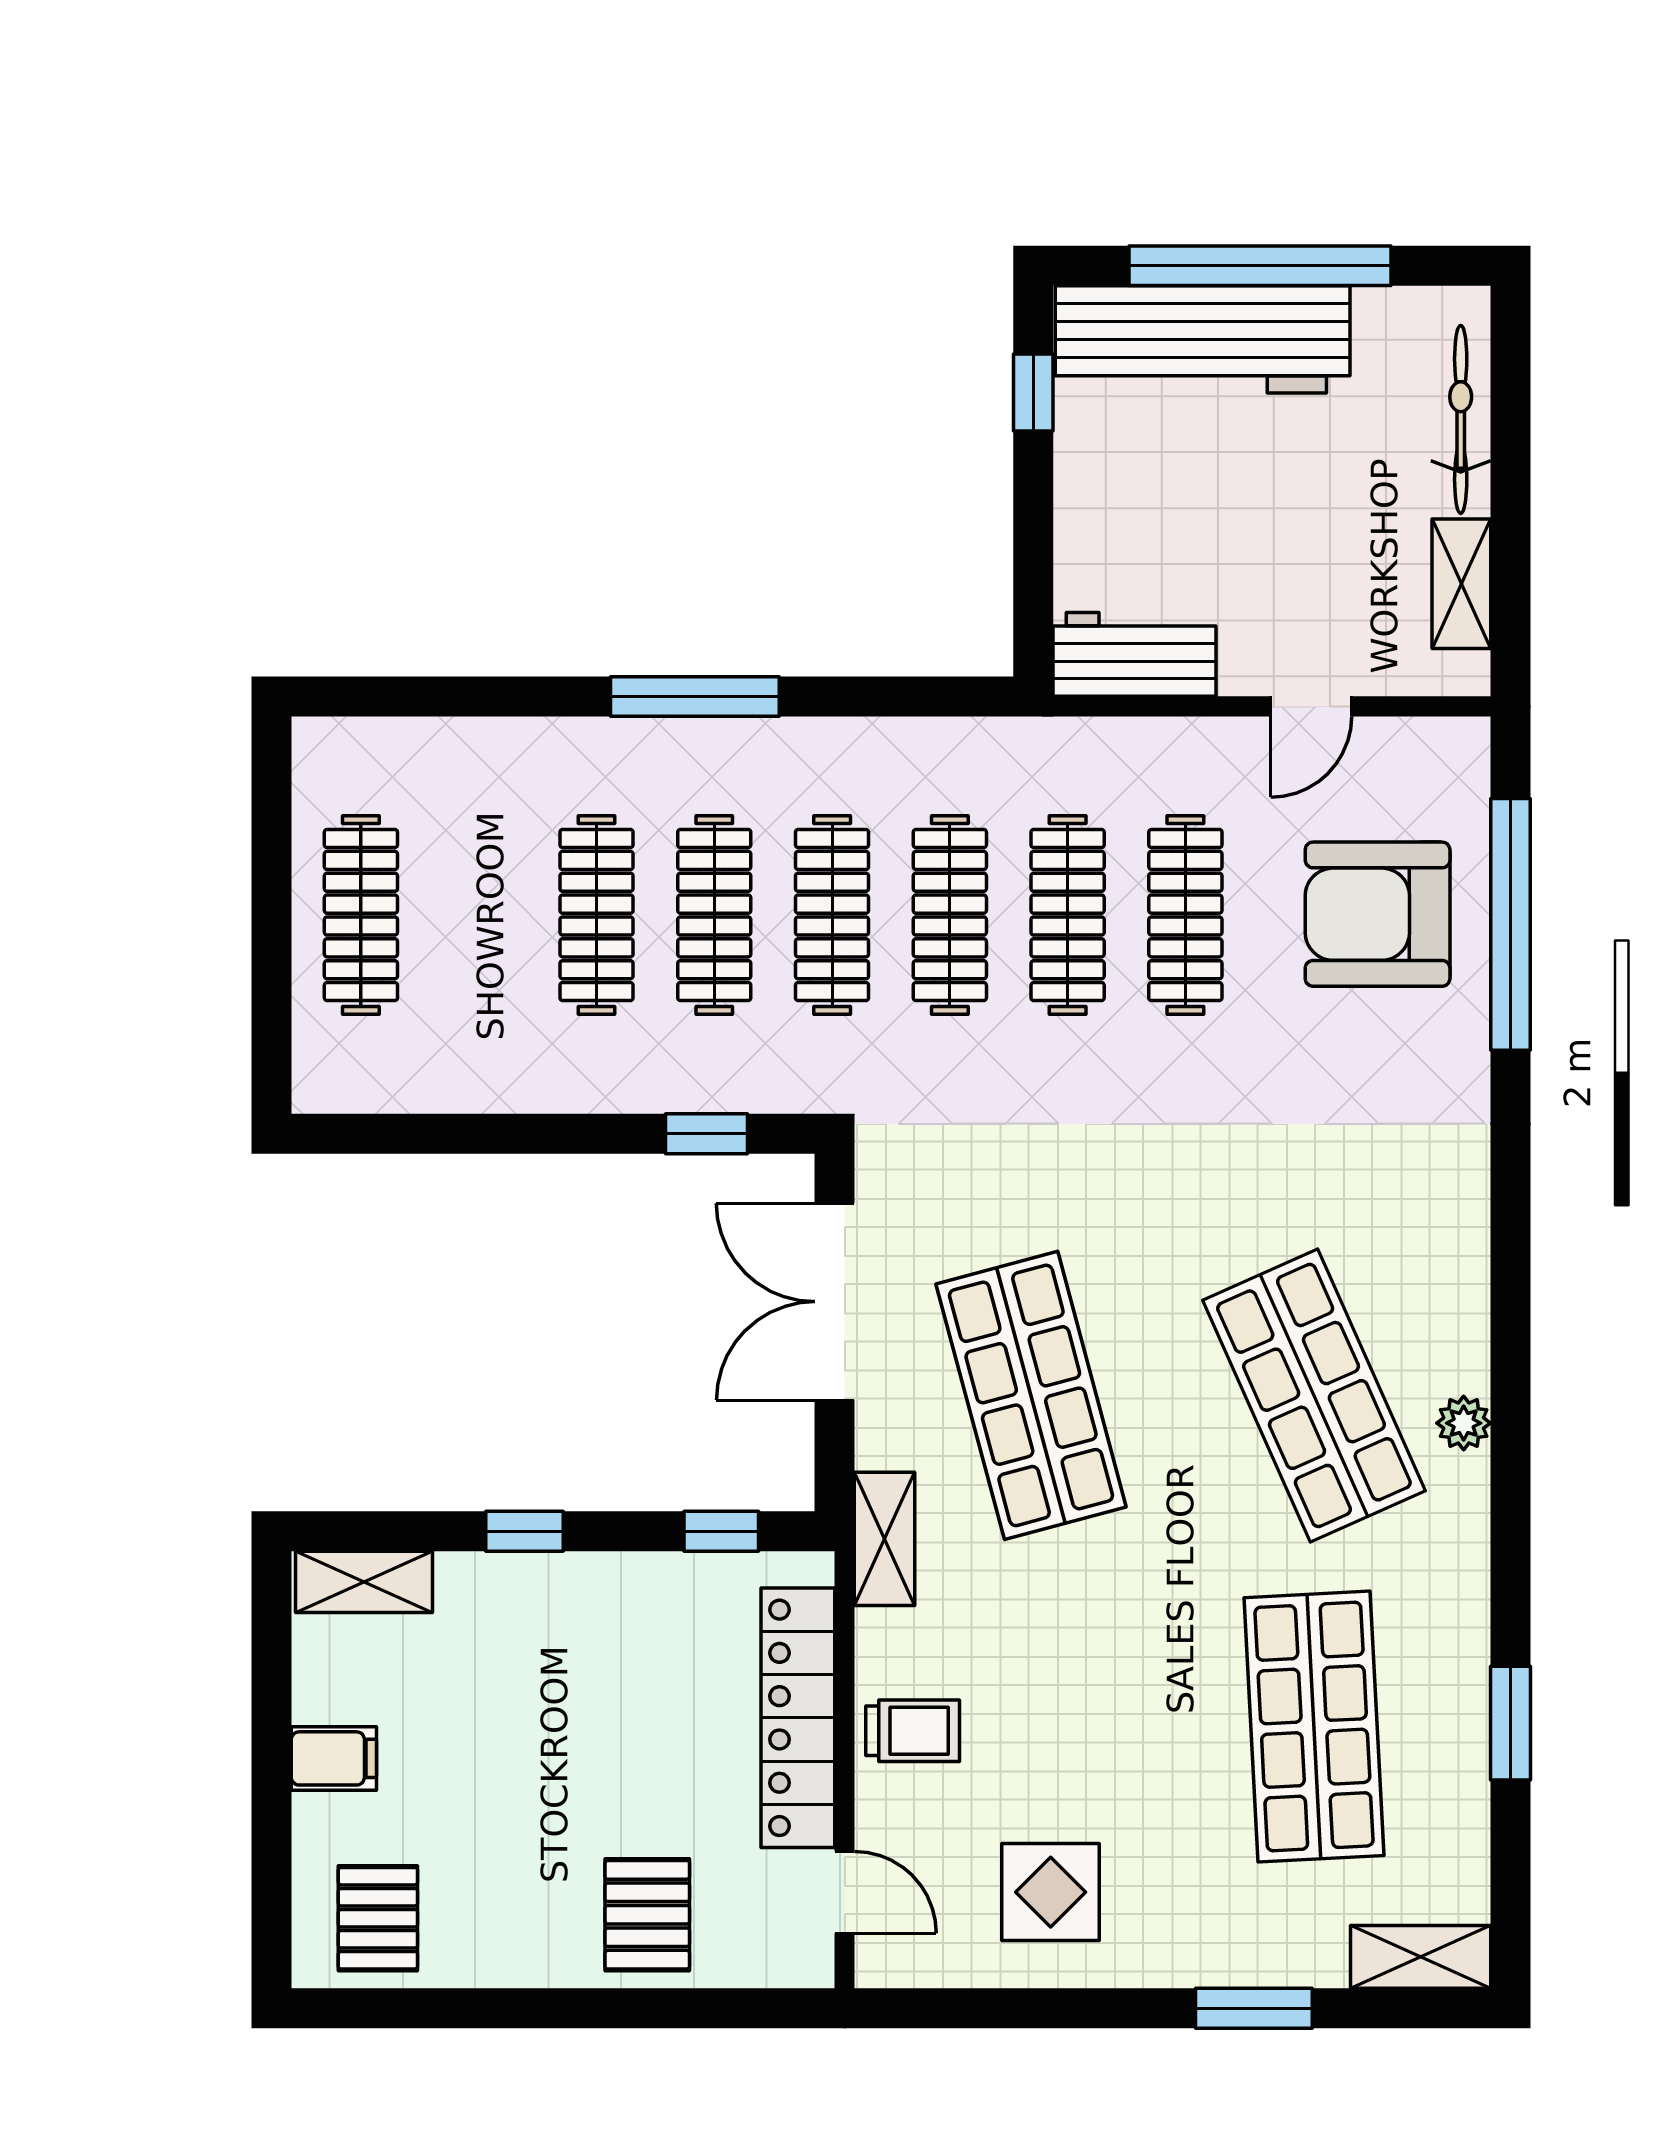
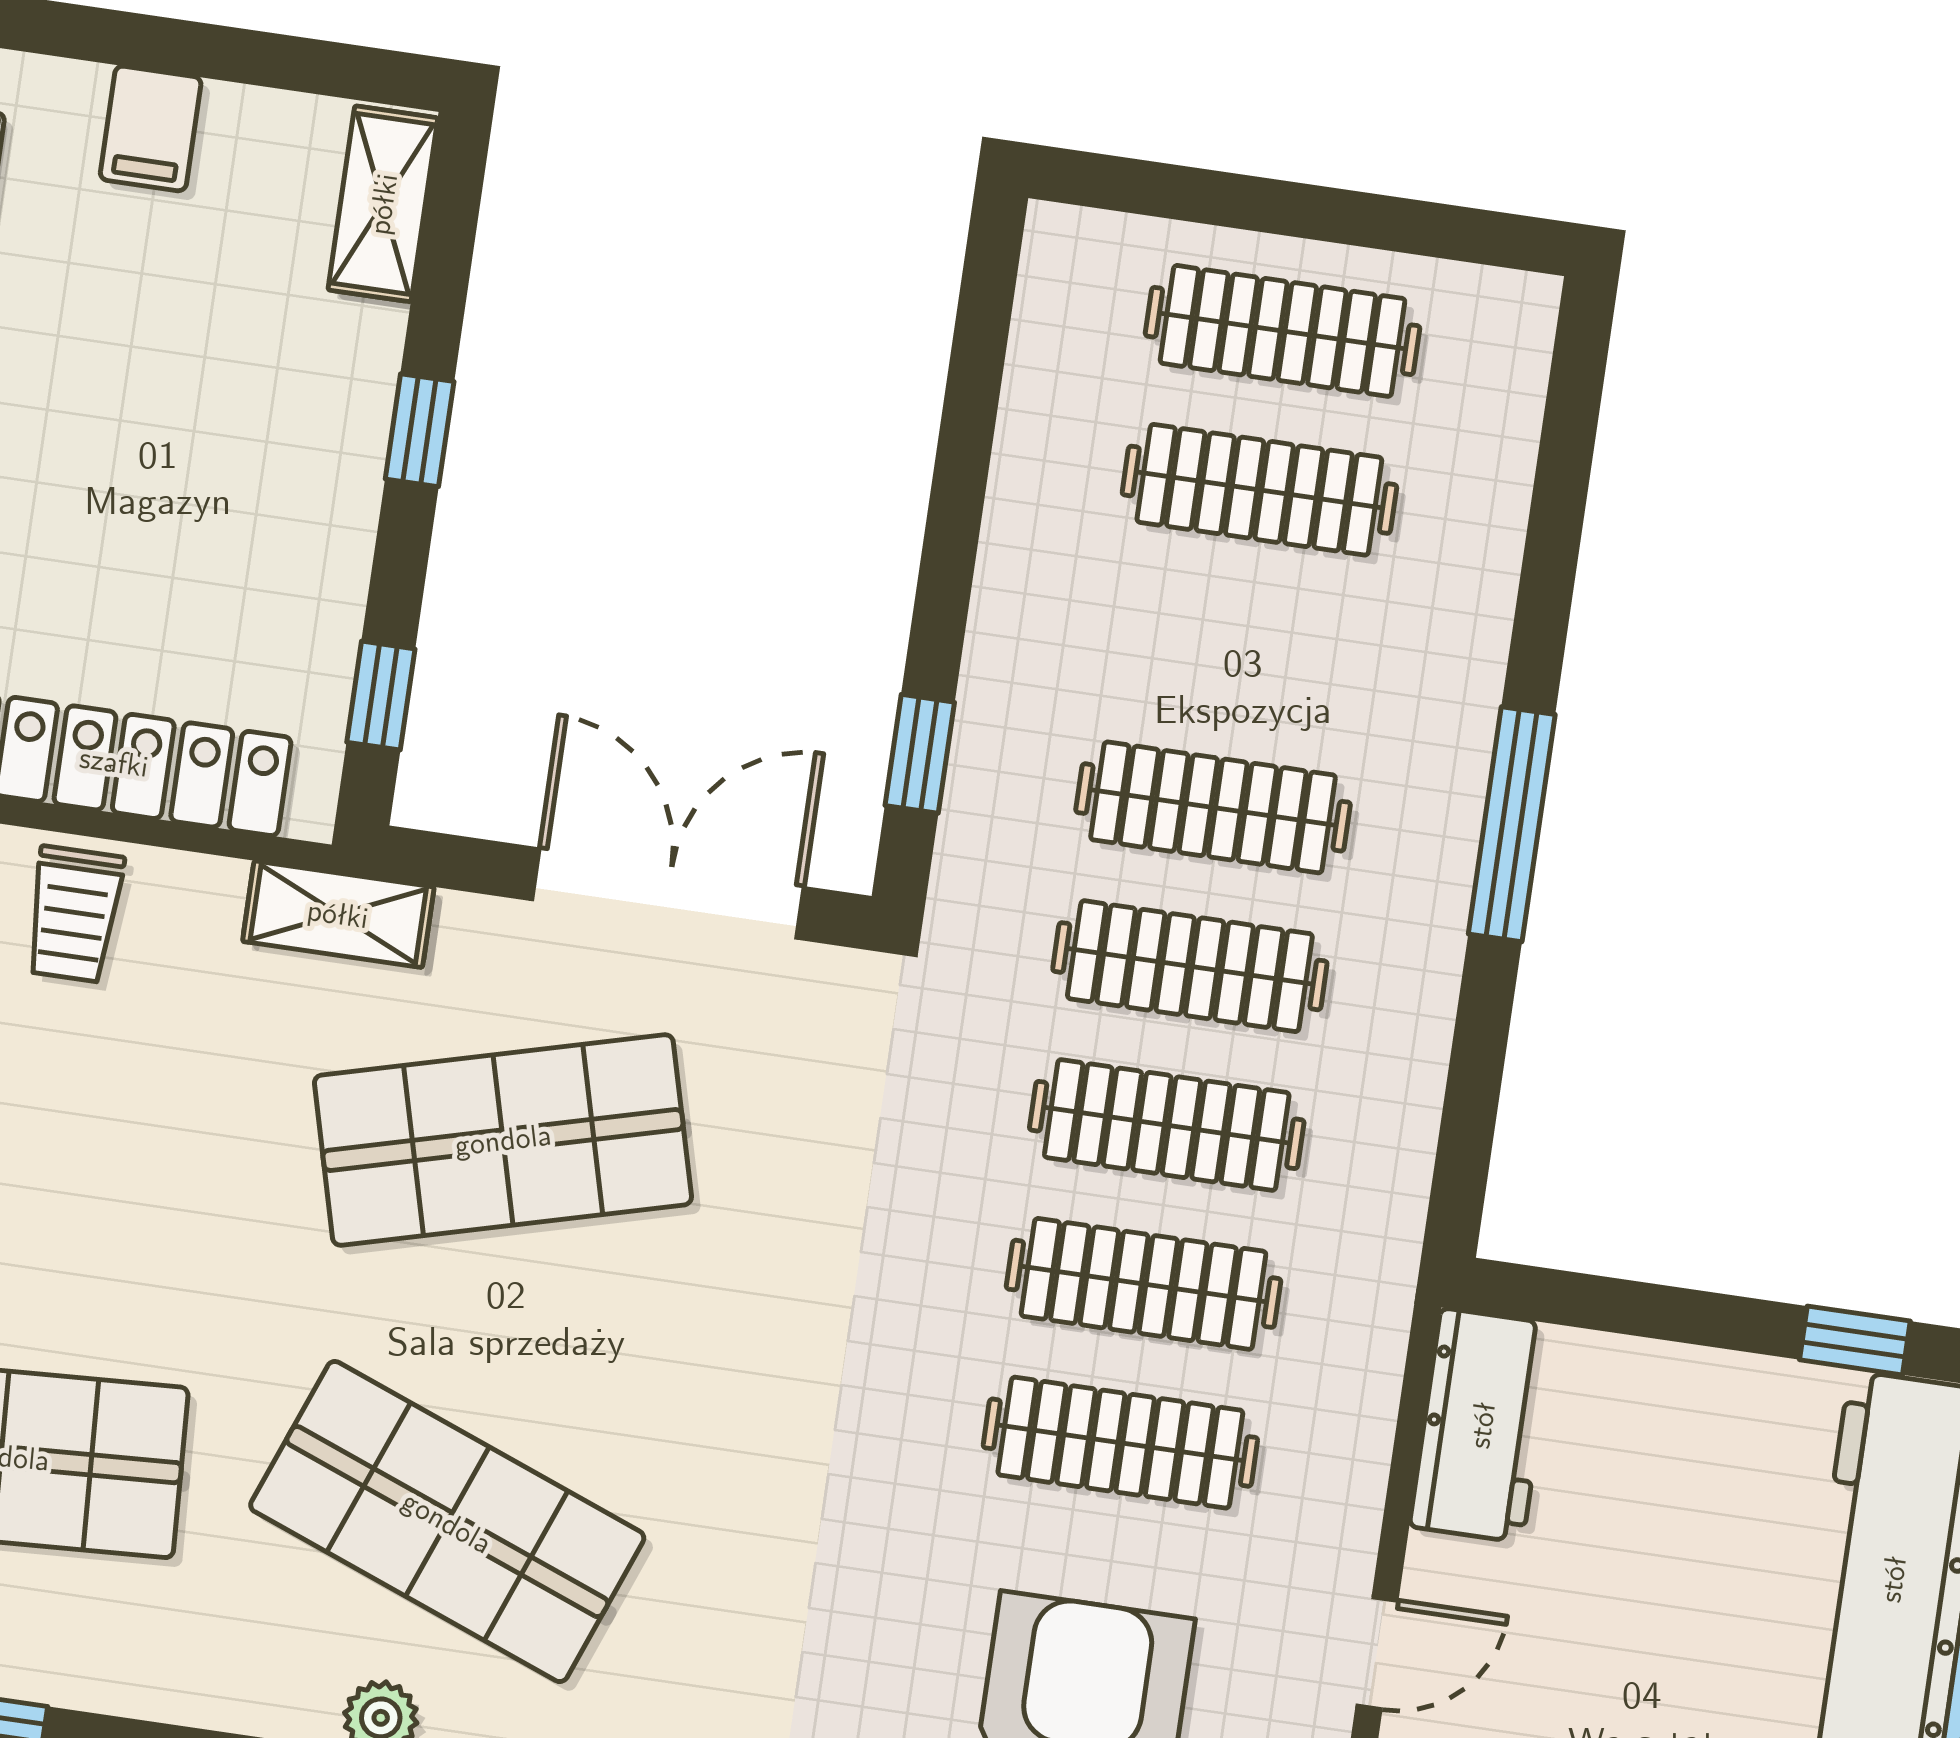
door: (1311, 706) -> (1377, 1653), swing flipped
clothes rail: (596, 915) -> (1259, 490), moved
shop shelf: (1314, 1395) -> (447, 1522), turned 45

